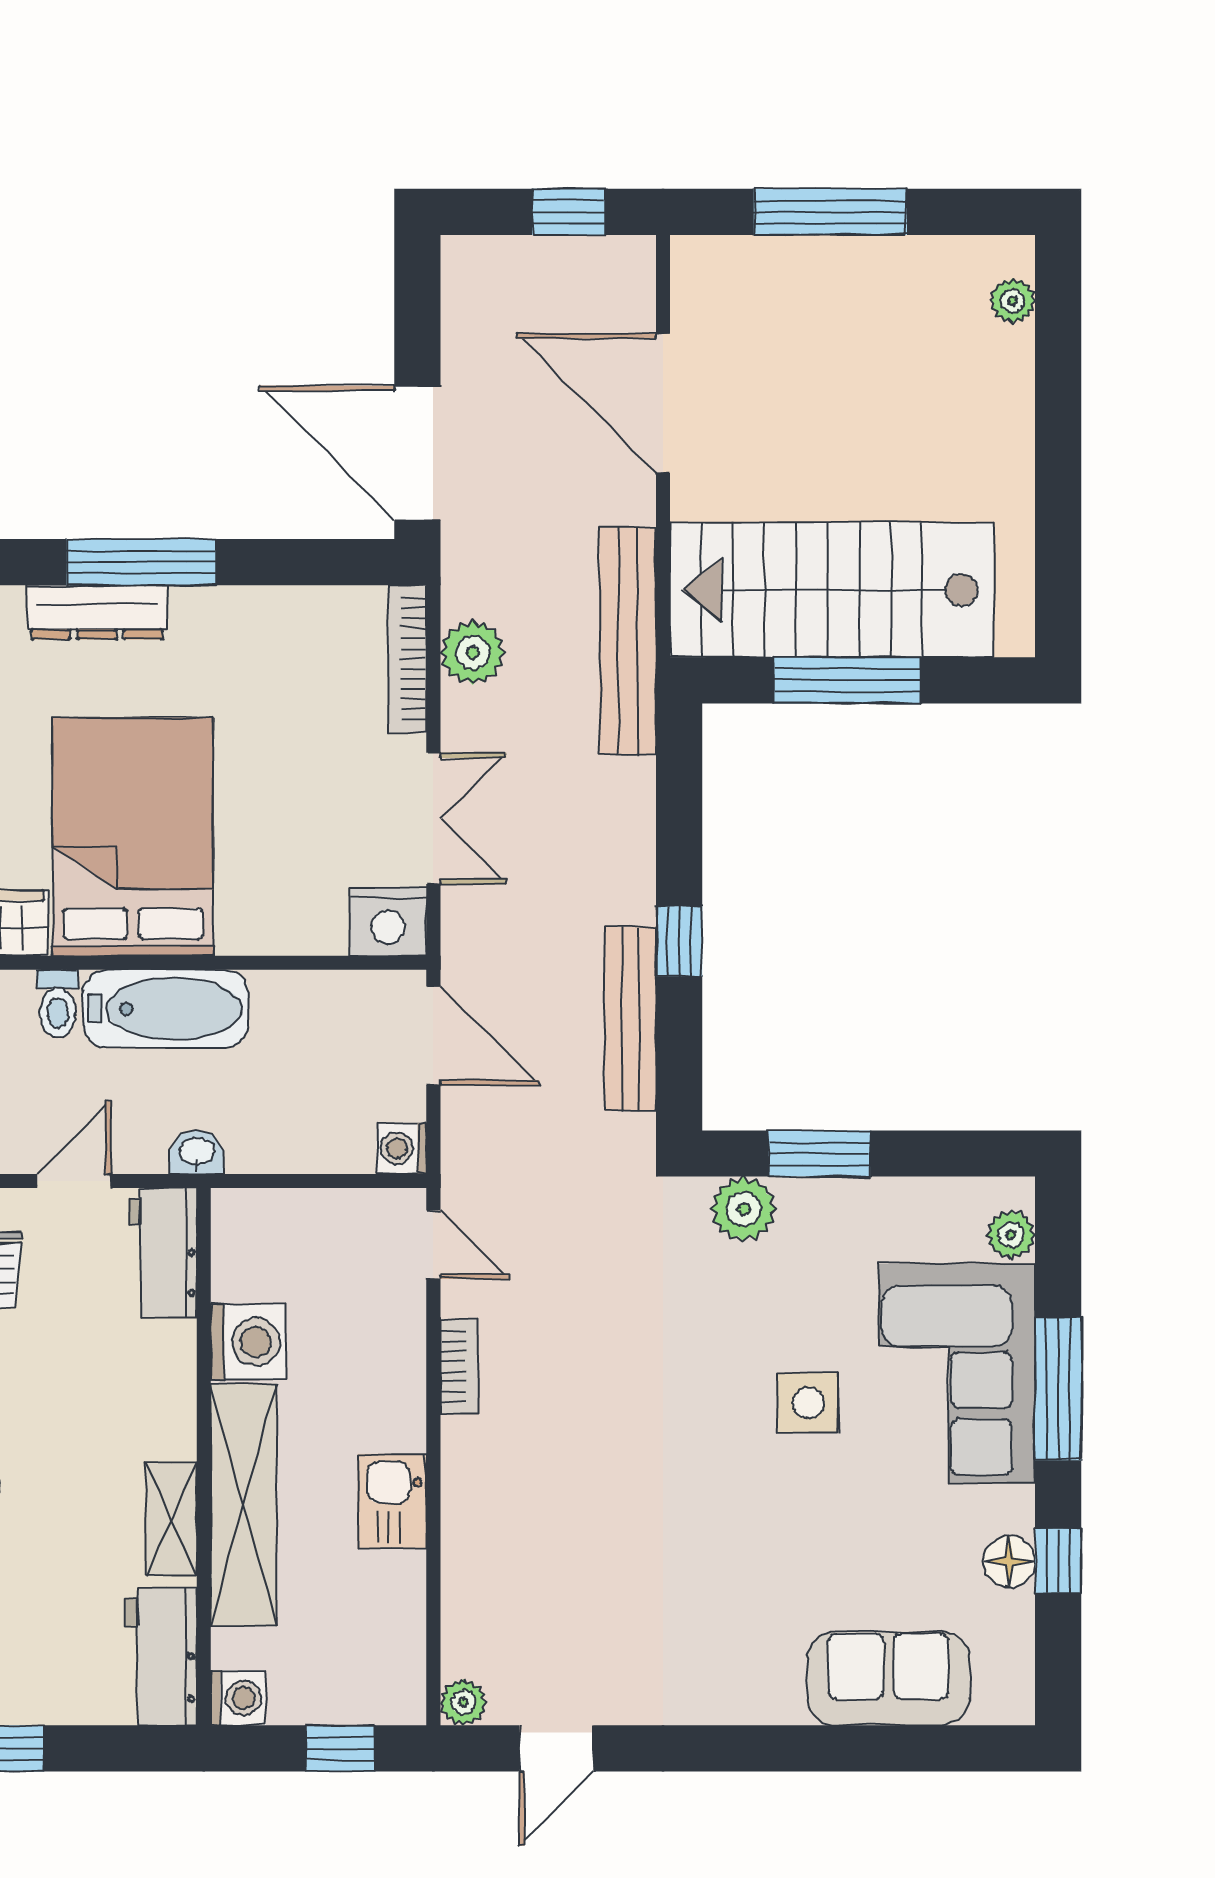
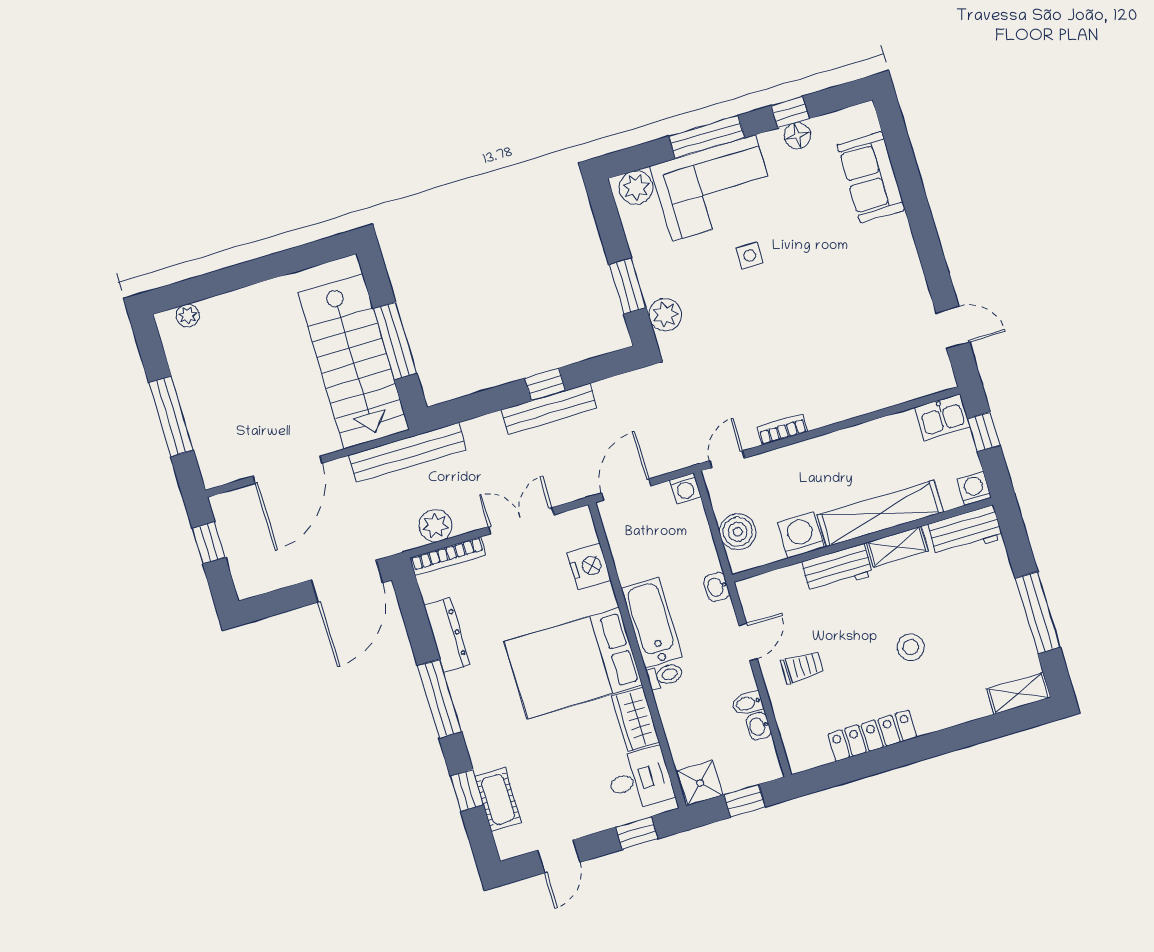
dresser: (97, 612) -> (447, 635), moved
nightstand: (388, 921) -> (589, 566), moved
bench: (630, 1019) -> (549, 409), moved
door: (74, 1181) -> (748, 642), swing flipped
boiler: (290, 1224) -> (738, 532), added
plant: (1011, 1235) -> (636, 188), width x1.38, depth x1.38
workbench: (163, 1253) -> (837, 569), moved
side table: (808, 1403) -> (750, 256), width x0.73, depth x0.73
kitchen sink: (392, 1501) -> (942, 417), moved
plant: (463, 1702) -> (944, 379), removed

